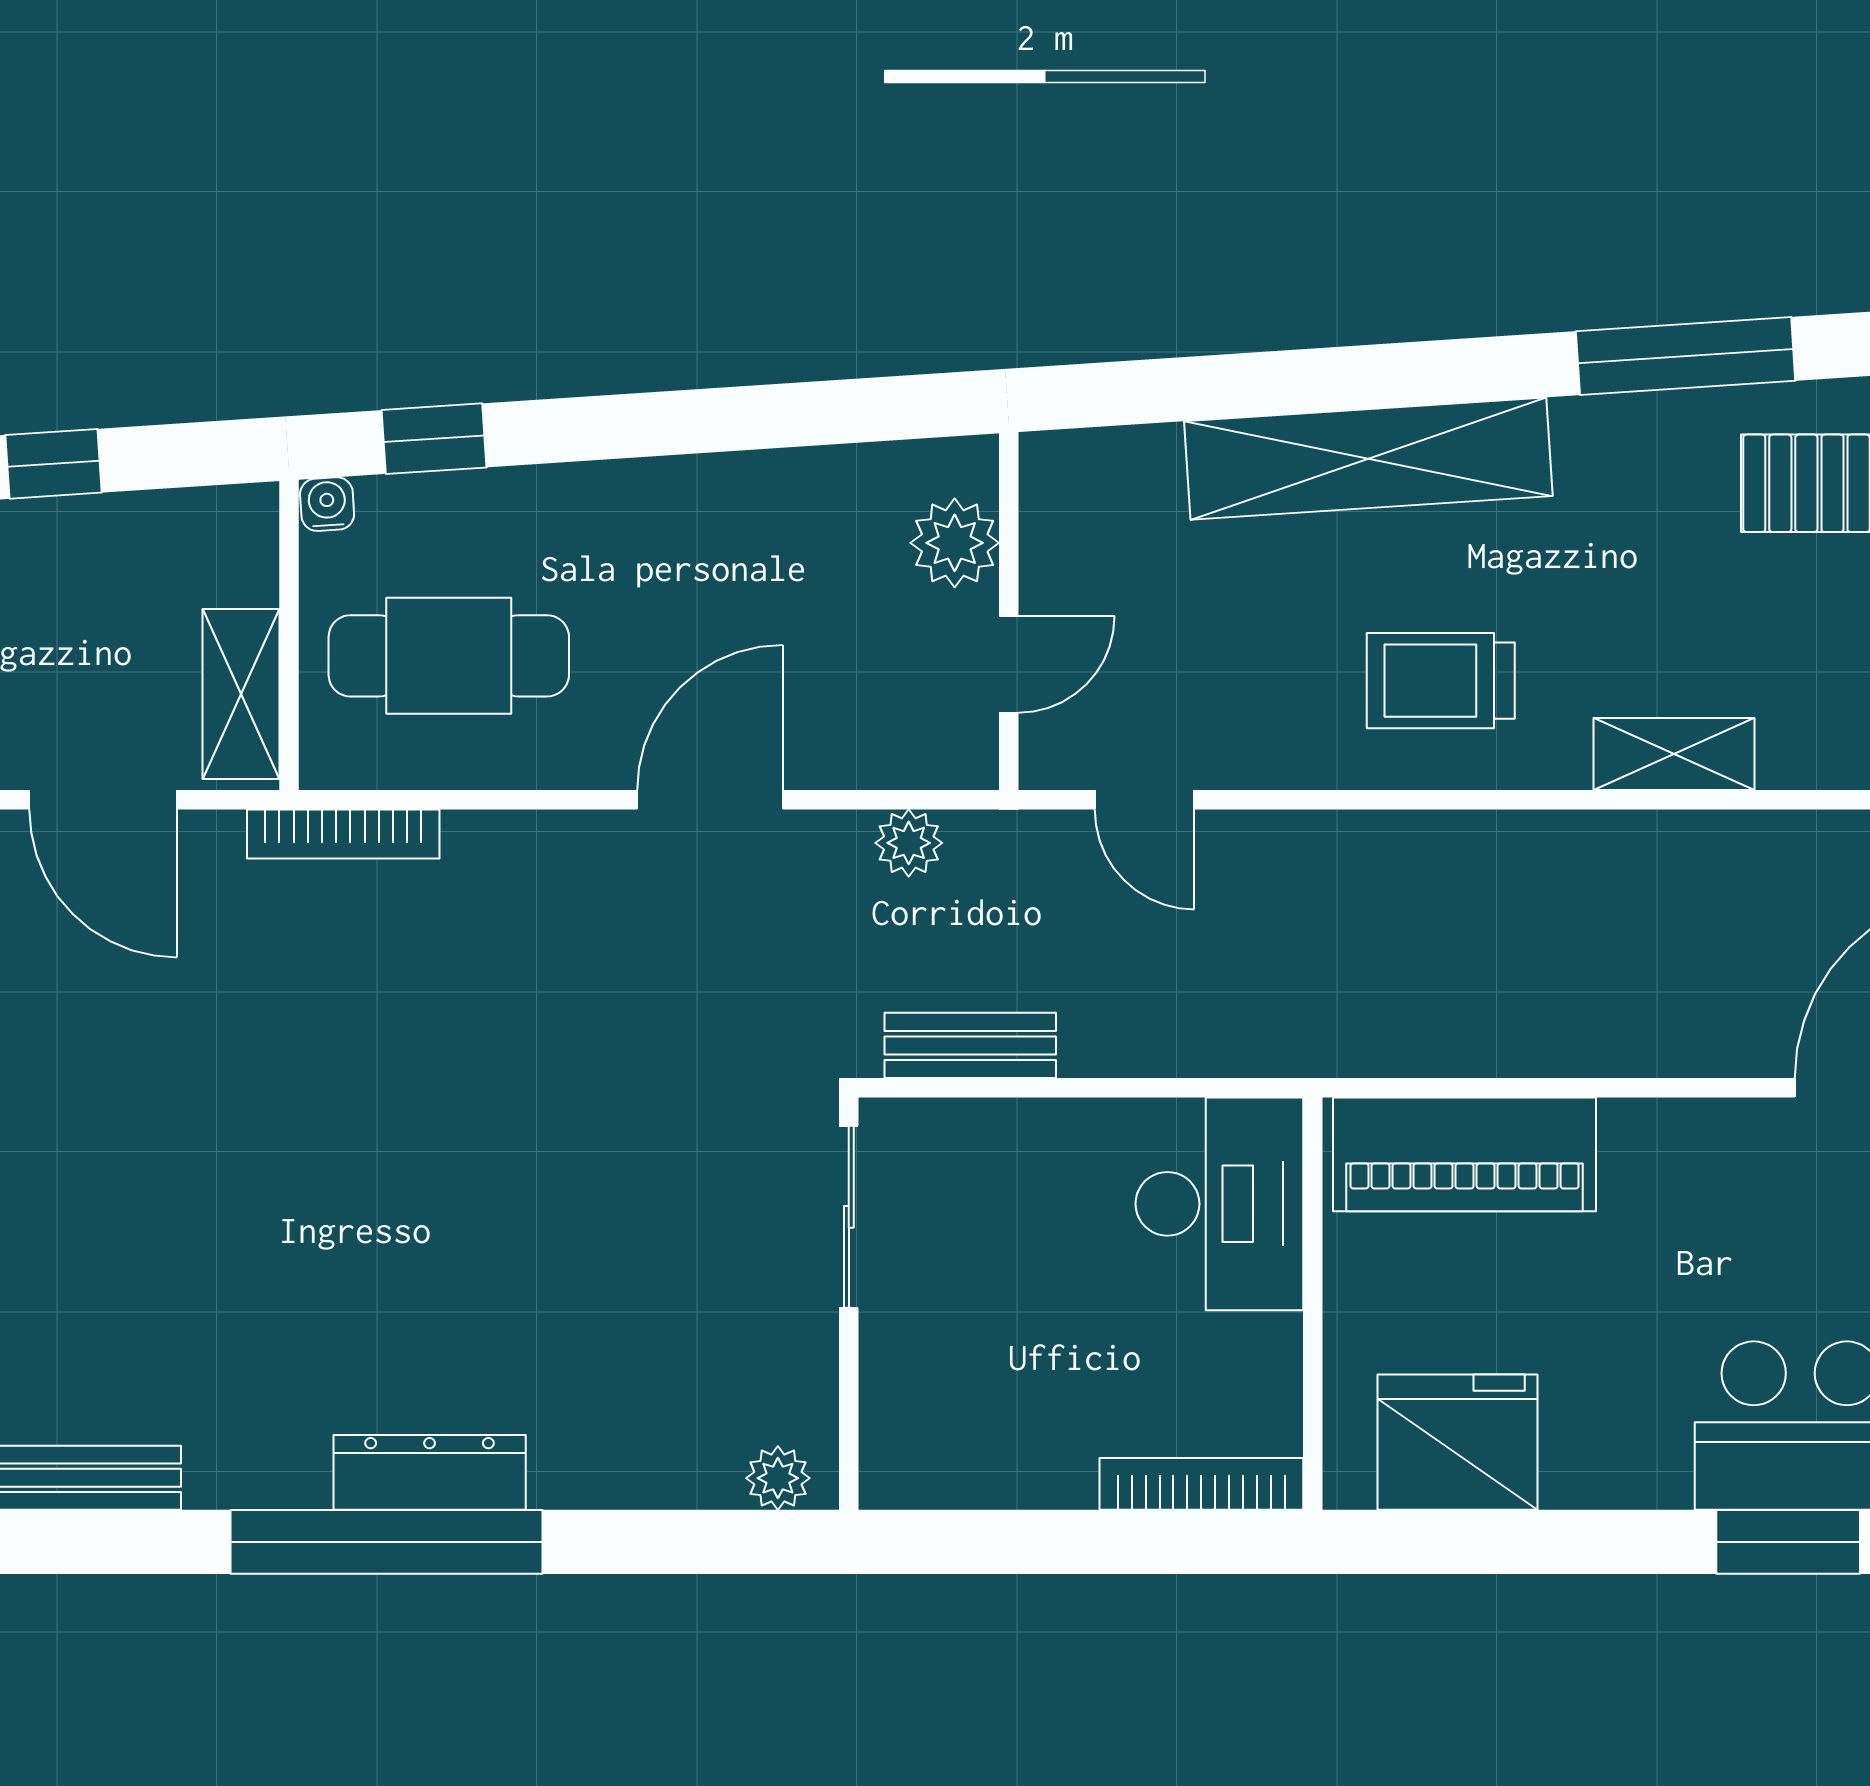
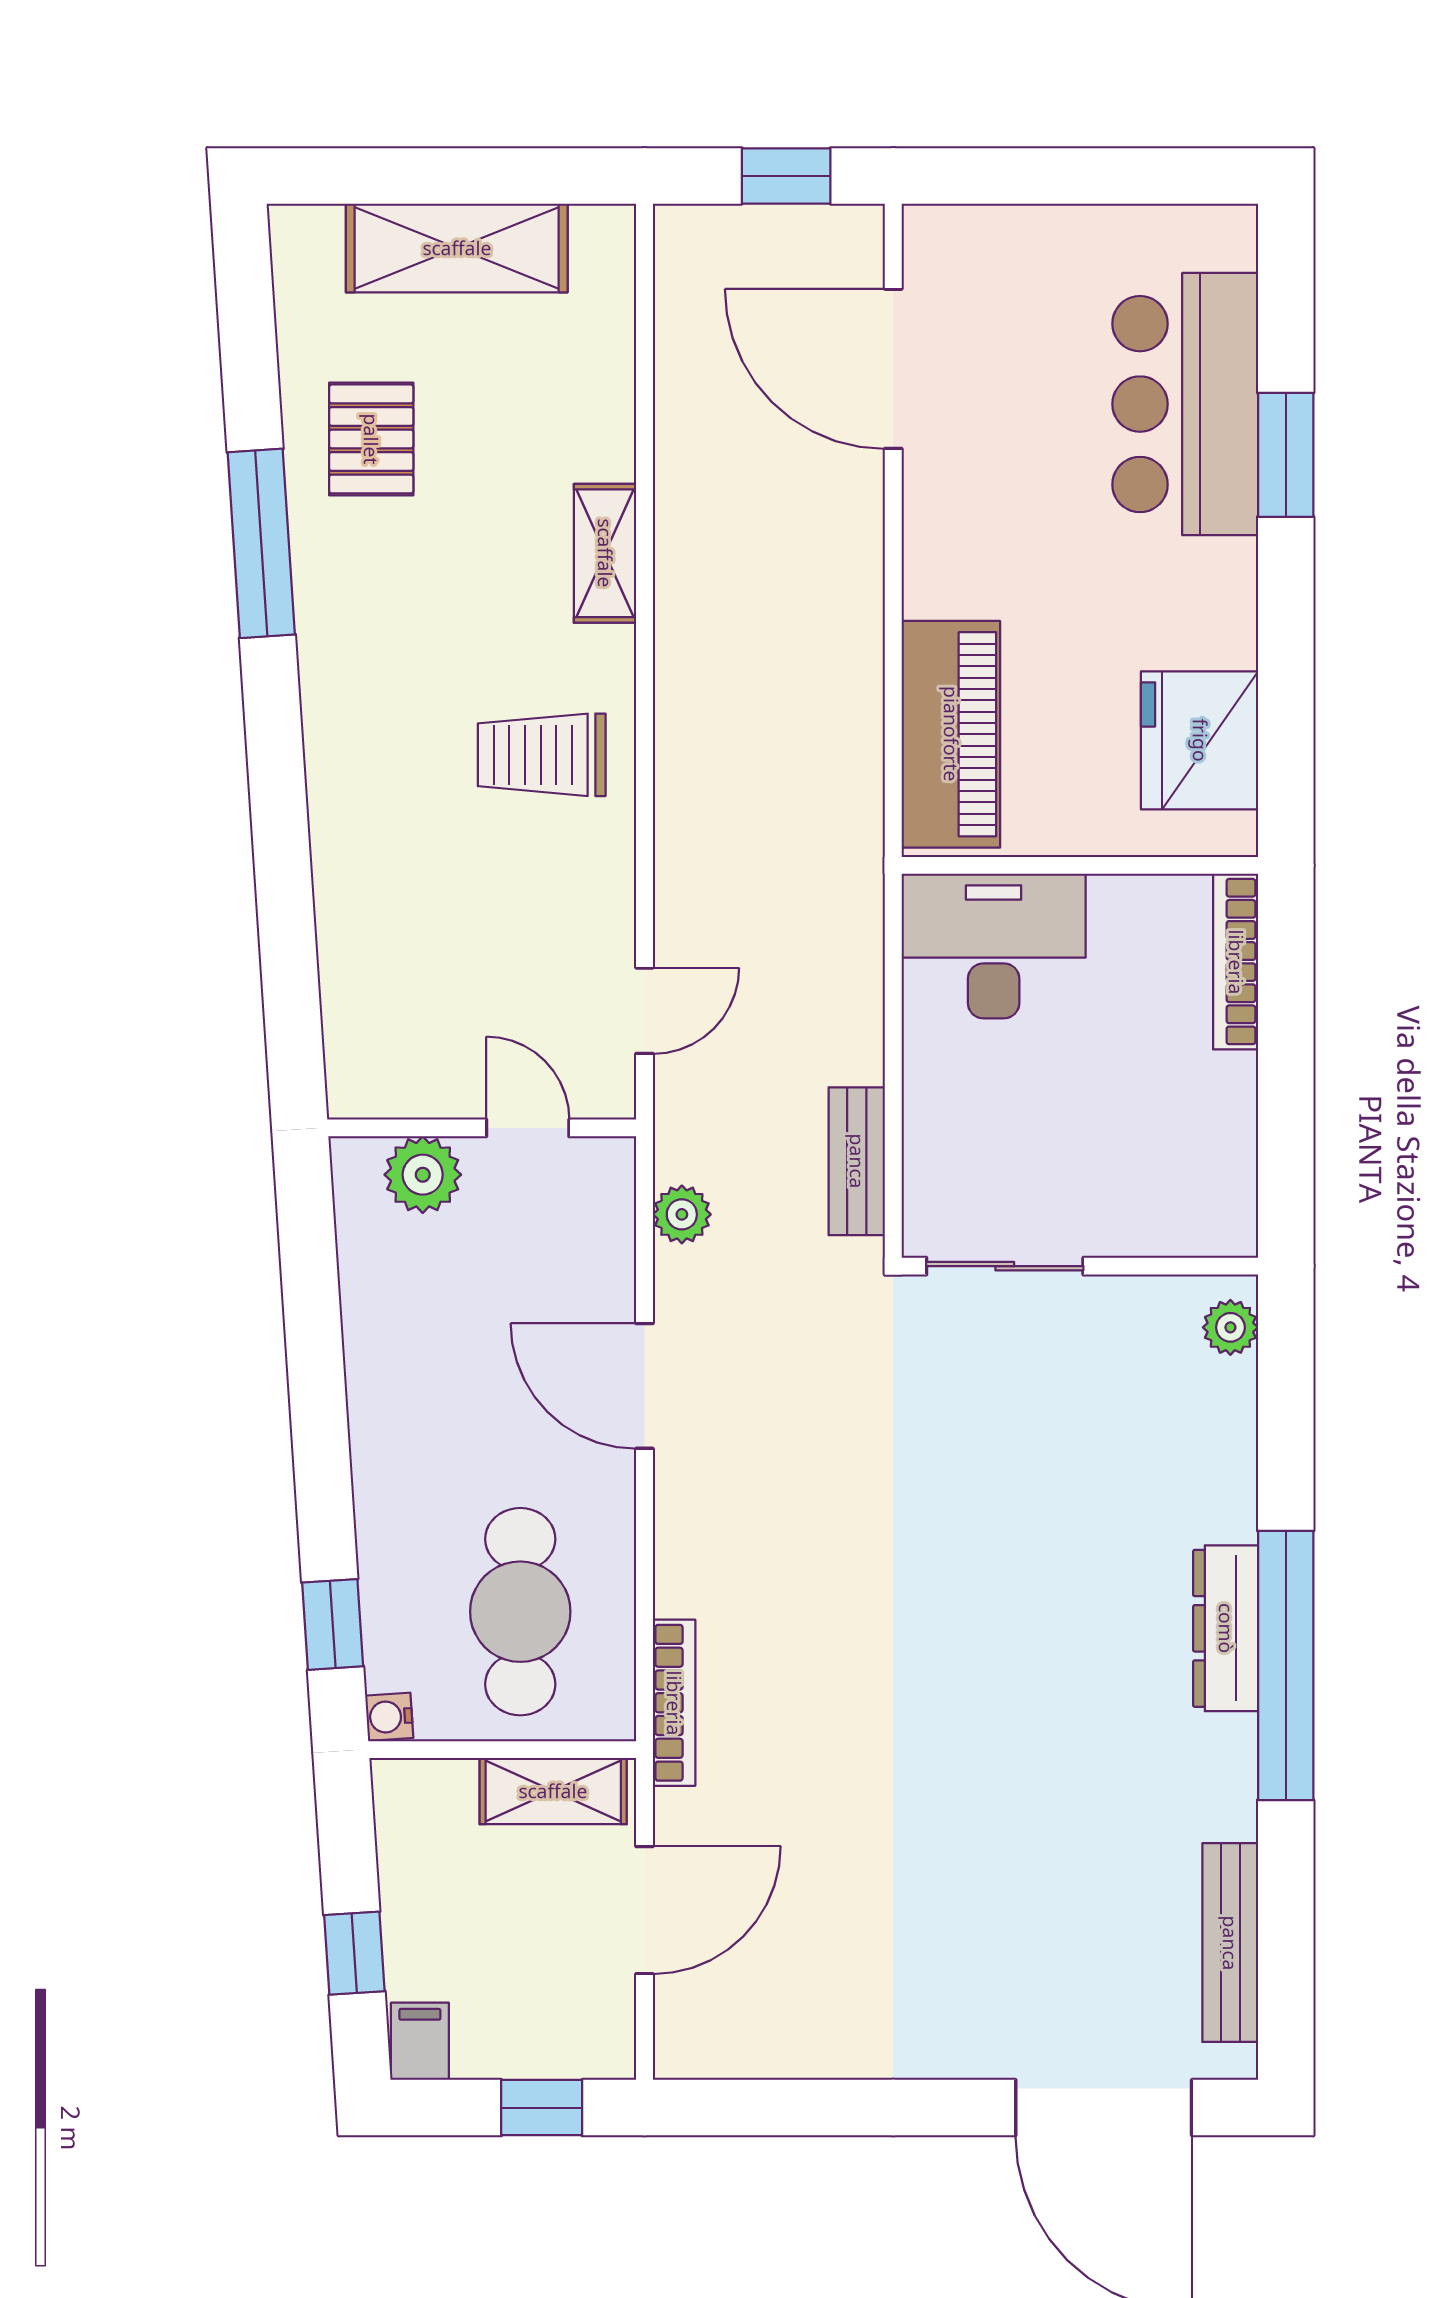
shelving: (1368, 459) -> (350, 817), removed
trolley: (1441, 681) -> (542, 755), turned 90

